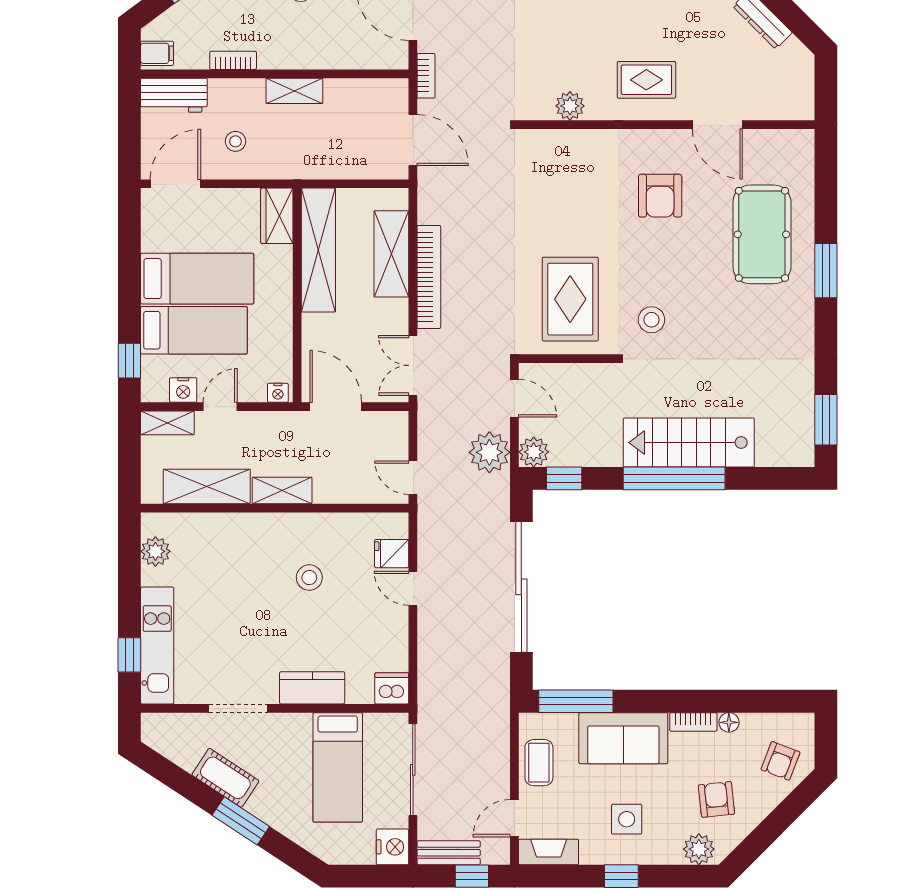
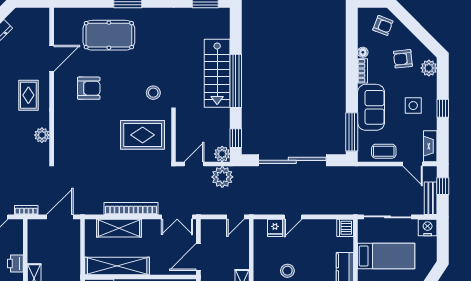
printer: (323, 55) -> (15, 264), added

